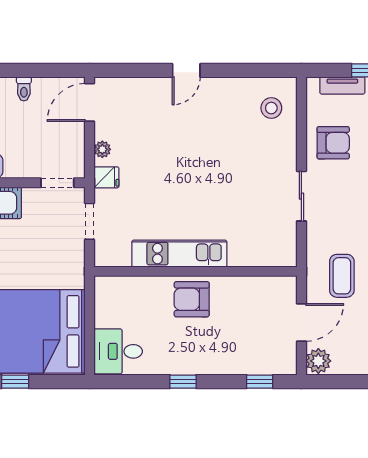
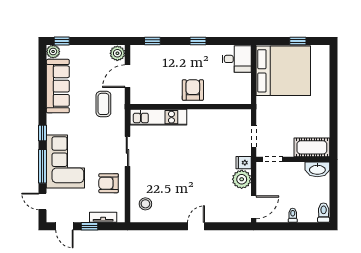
plant: (102, 149) -> (242, 179), width x1.88, depth x1.88
kitchen unit: (179, 254) -> (158, 117), moved
armchair: (192, 299) -> (193, 90), turned -90

